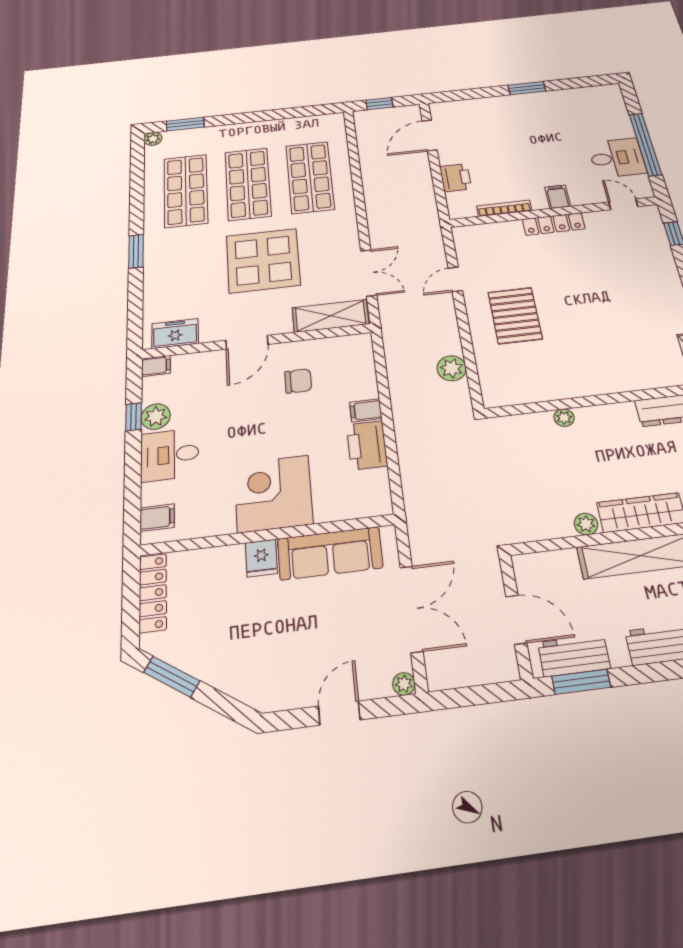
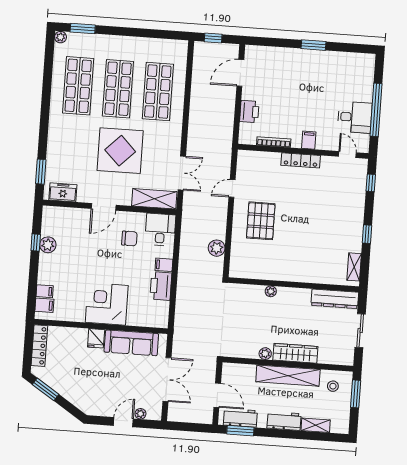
window: (136, 251) -> (41, 172), moved
filing cabinet: (156, 366) -> (45, 291), moved
desk: (170, 455) -> (160, 230), moved, turned 90
plant: (404, 684) -> (140, 414), moved

